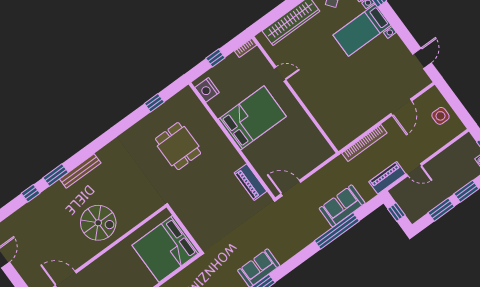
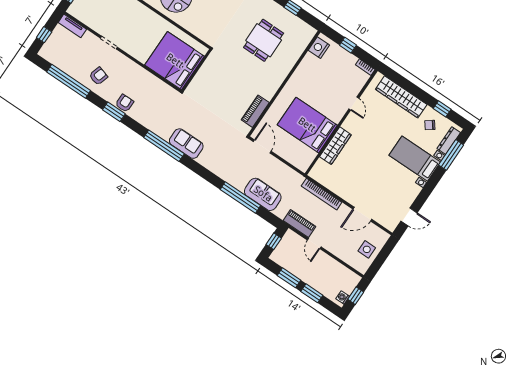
wardrobe: (318, 110) -> (335, 146), added
bed: (252, 118) -> (307, 125), moved, turned 180

